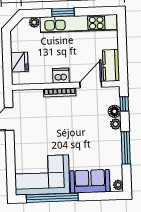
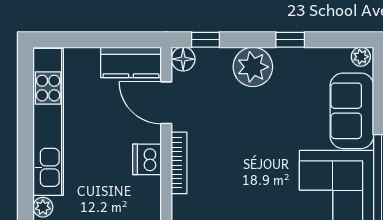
window: (63, 12) -> (26, 151), removed
floor lamp: (114, 111) -> (183, 59), moved
plant: (116, 124) -> (253, 67), width x1.88, depth x1.88
window: (126, 148) -> (290, 40), width x0.46

